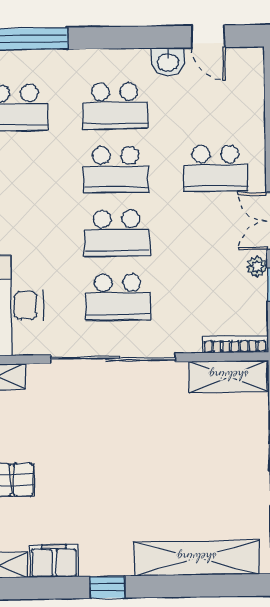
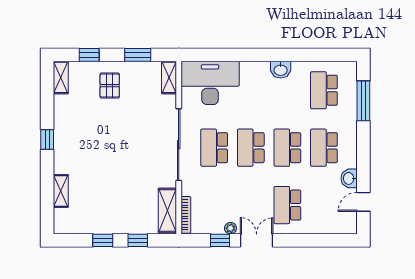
shelving: (196, 558) -> (61, 191), width x0.45, depth x0.75
filing cabinet: (54, 561) -> (63, 109), removed

